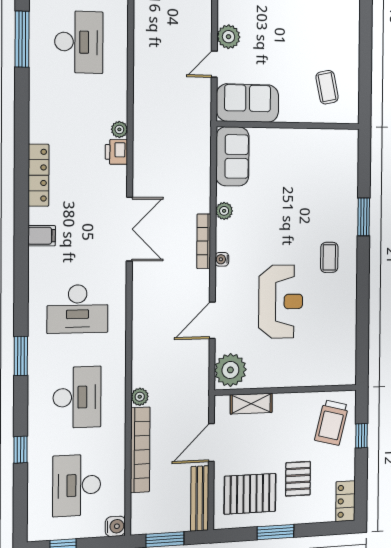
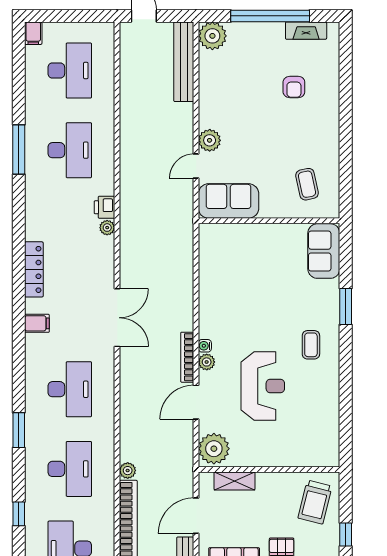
printer: (116, 152) -> (105, 207), moved
sofa: (232, 156) -> (324, 251), moved, turned 180
plant: (224, 211) -> (207, 362), moved
bookcase: (204, 241) -> (187, 357), moved
desk: (78, 309) -> (70, 389), turned -90
window: (361, 436) -> (346, 535), moved

